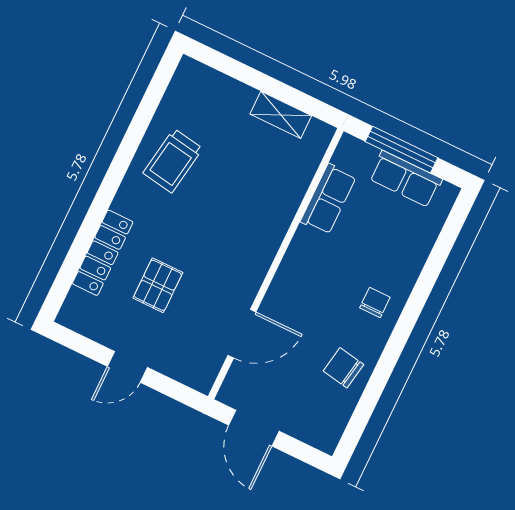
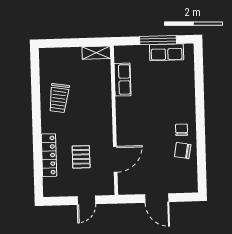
row of seats: (328, 199) -> (123, 80), moved
wall: (276, 264) -> (114, 120), moved
chair: (375, 303) -> (182, 130), moved
door: (242, 334) -> (115, 159), moved

